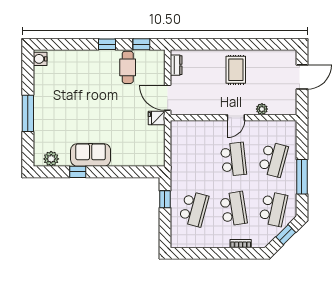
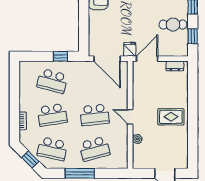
door: (168, 145) -> (107, 59), added
school desk: (273, 159) -> (95, 149), turned -30

